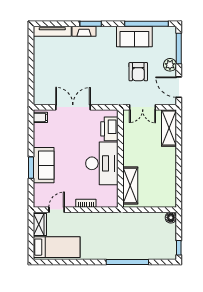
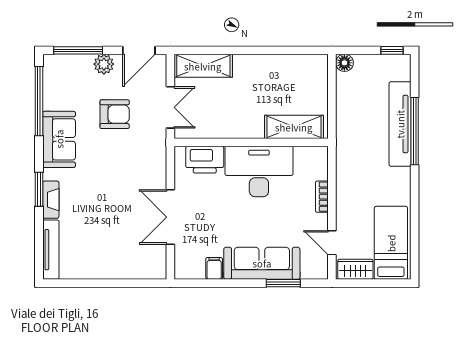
sofa: (134, 36) -> (59, 139), moved
filing cabinet: (40, 117) -> (214, 268), moved
sofa: (44, 165) -> (262, 263), width x1.36
window: (31, 168) -> (283, 283), moved
tv unit: (132, 253) -> (400, 124), added

